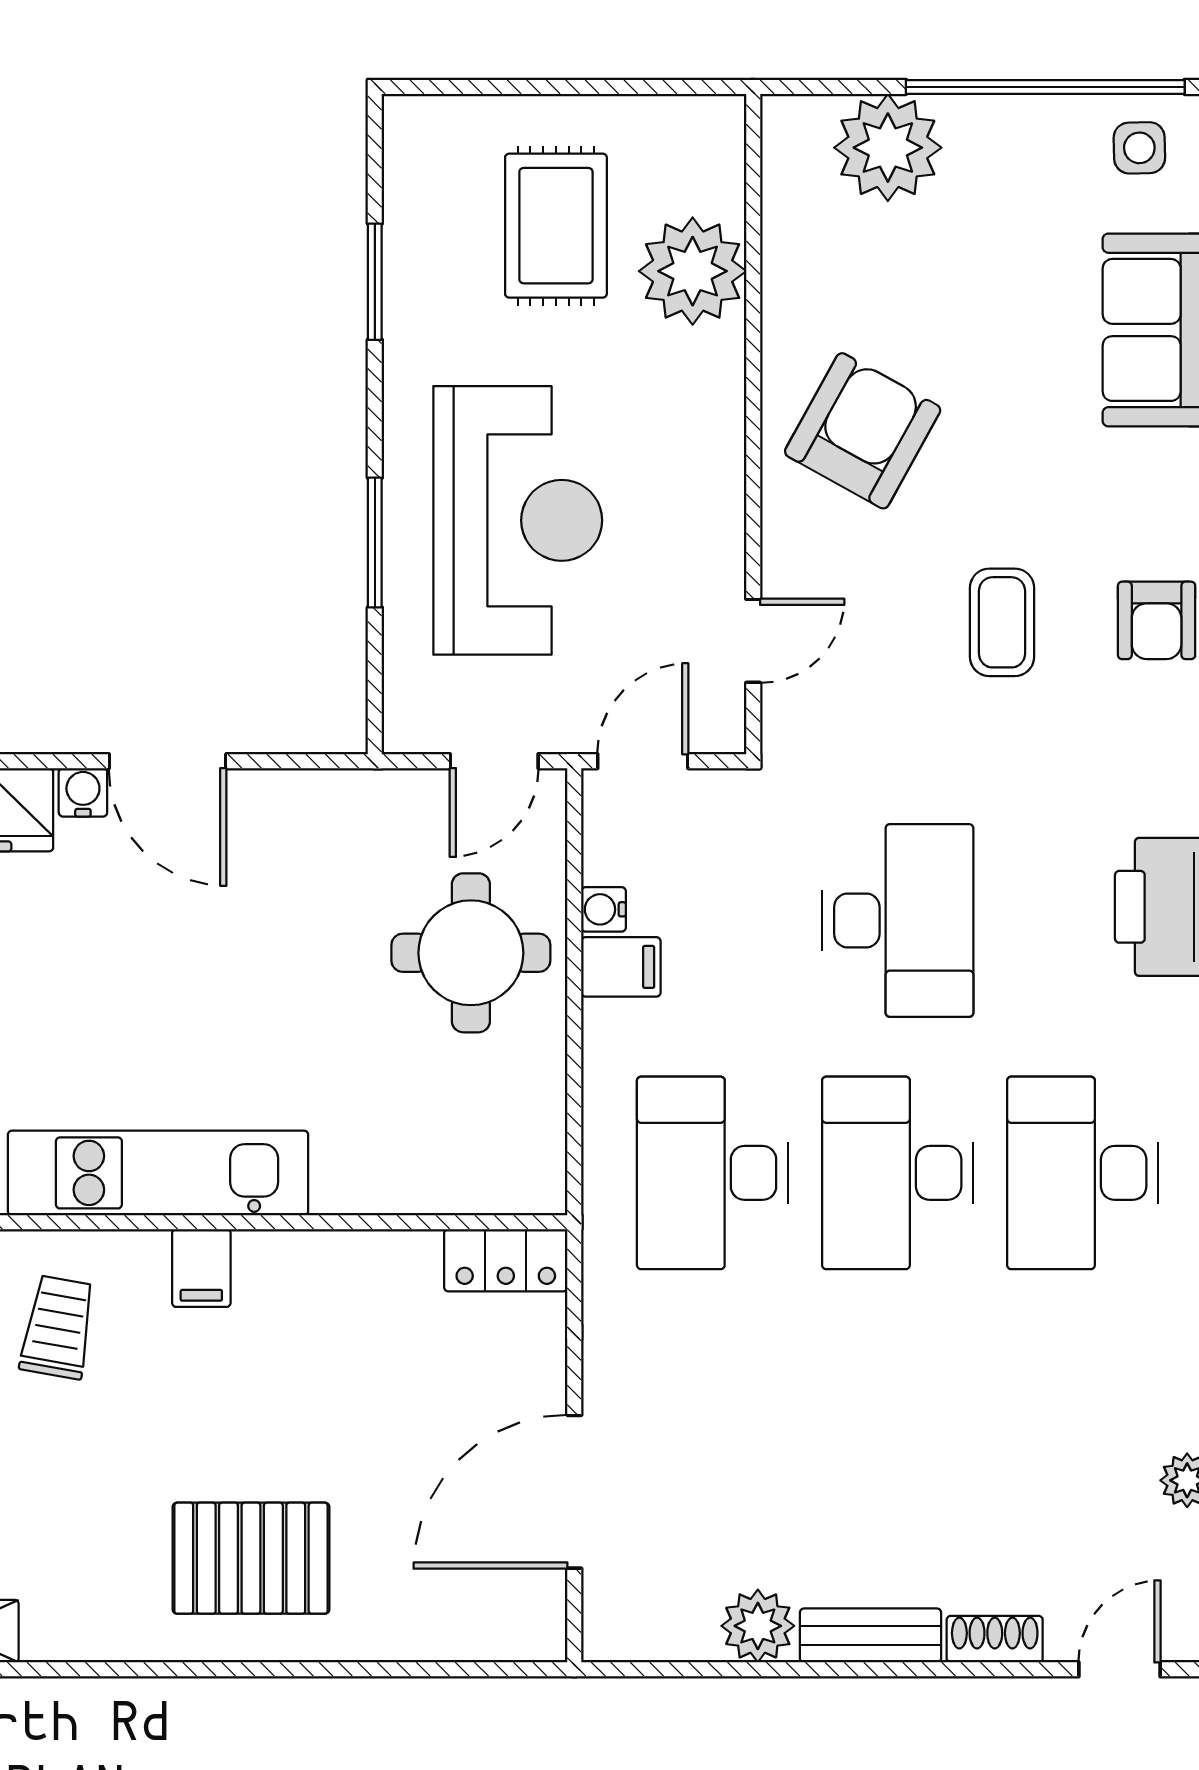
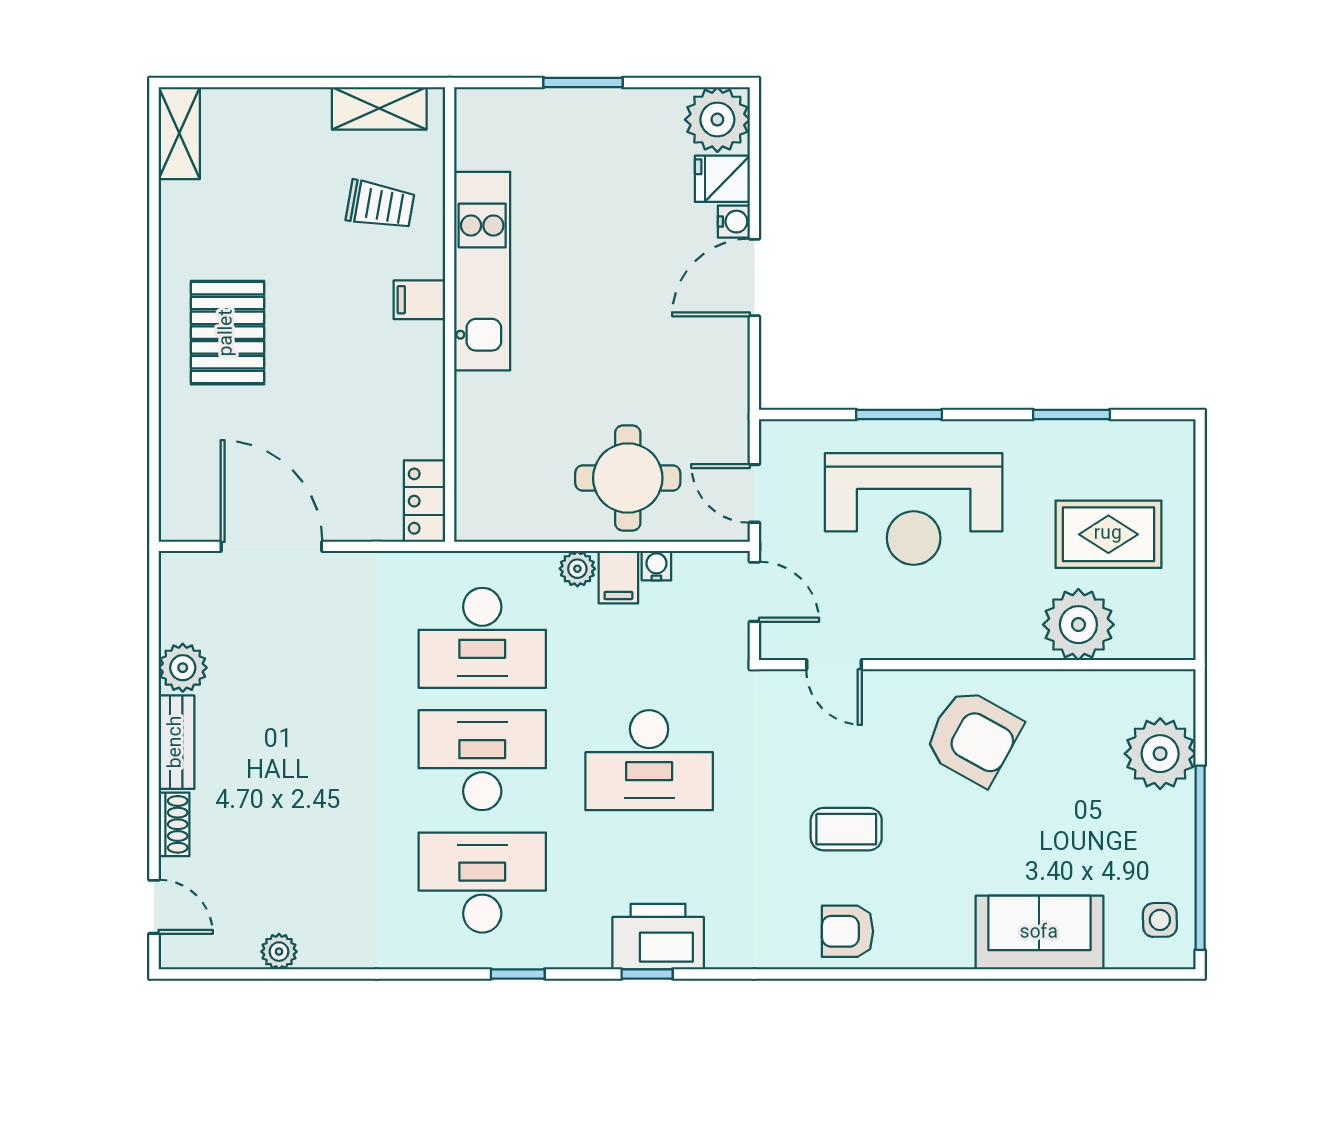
plant: (608, 1029) -> (577, 569), added
desk: (713, 1173) -> (482, 638), turned 180

